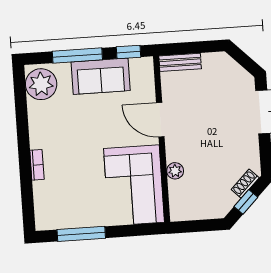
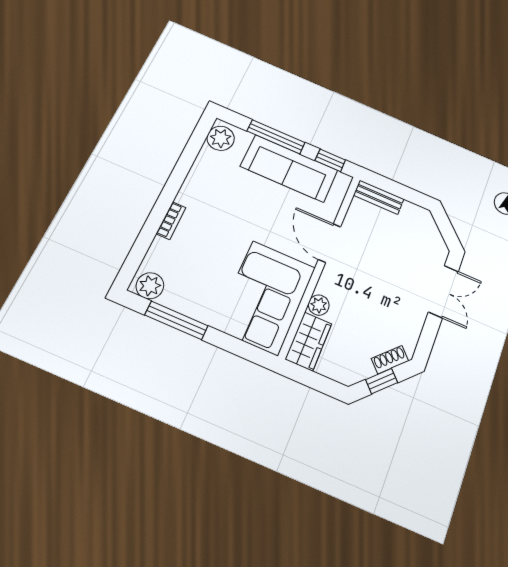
sofa: (101, 76) -> (289, 168), width x1.36
plant: (41, 84) -> (221, 138), width x0.73, depth x0.73
wardrobe: (181, 201) -> (309, 341), added
plant: (49, 220) -> (150, 286), added

